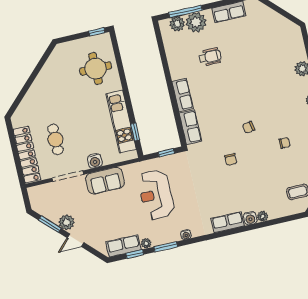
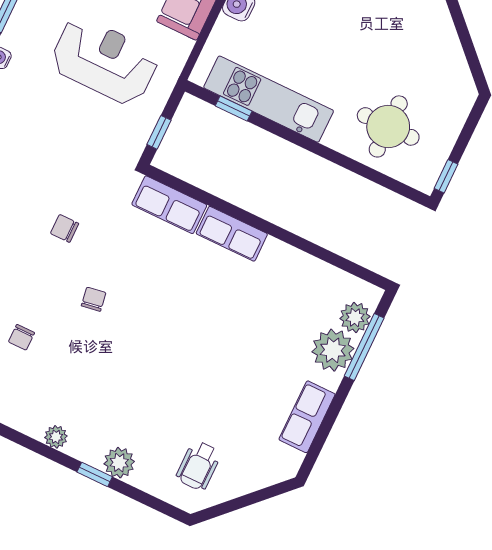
wheelchair: (210, 57) -> (198, 466), moved

